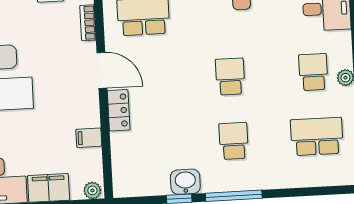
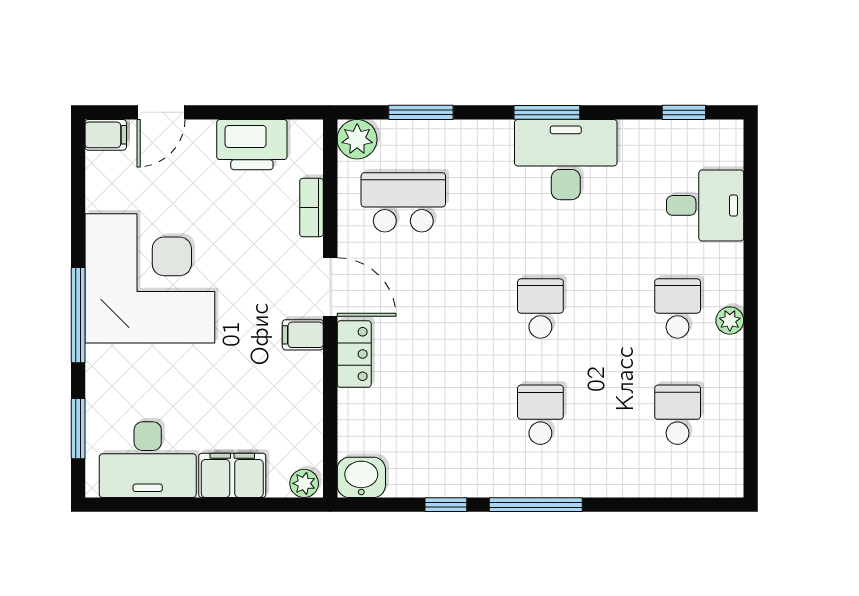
school desk: (317, 136) -> (678, 415), width x0.54
filing cabinet: (89, 138) -> (303, 335), moved
washbasin: (185, 182) -> (361, 477), moved

